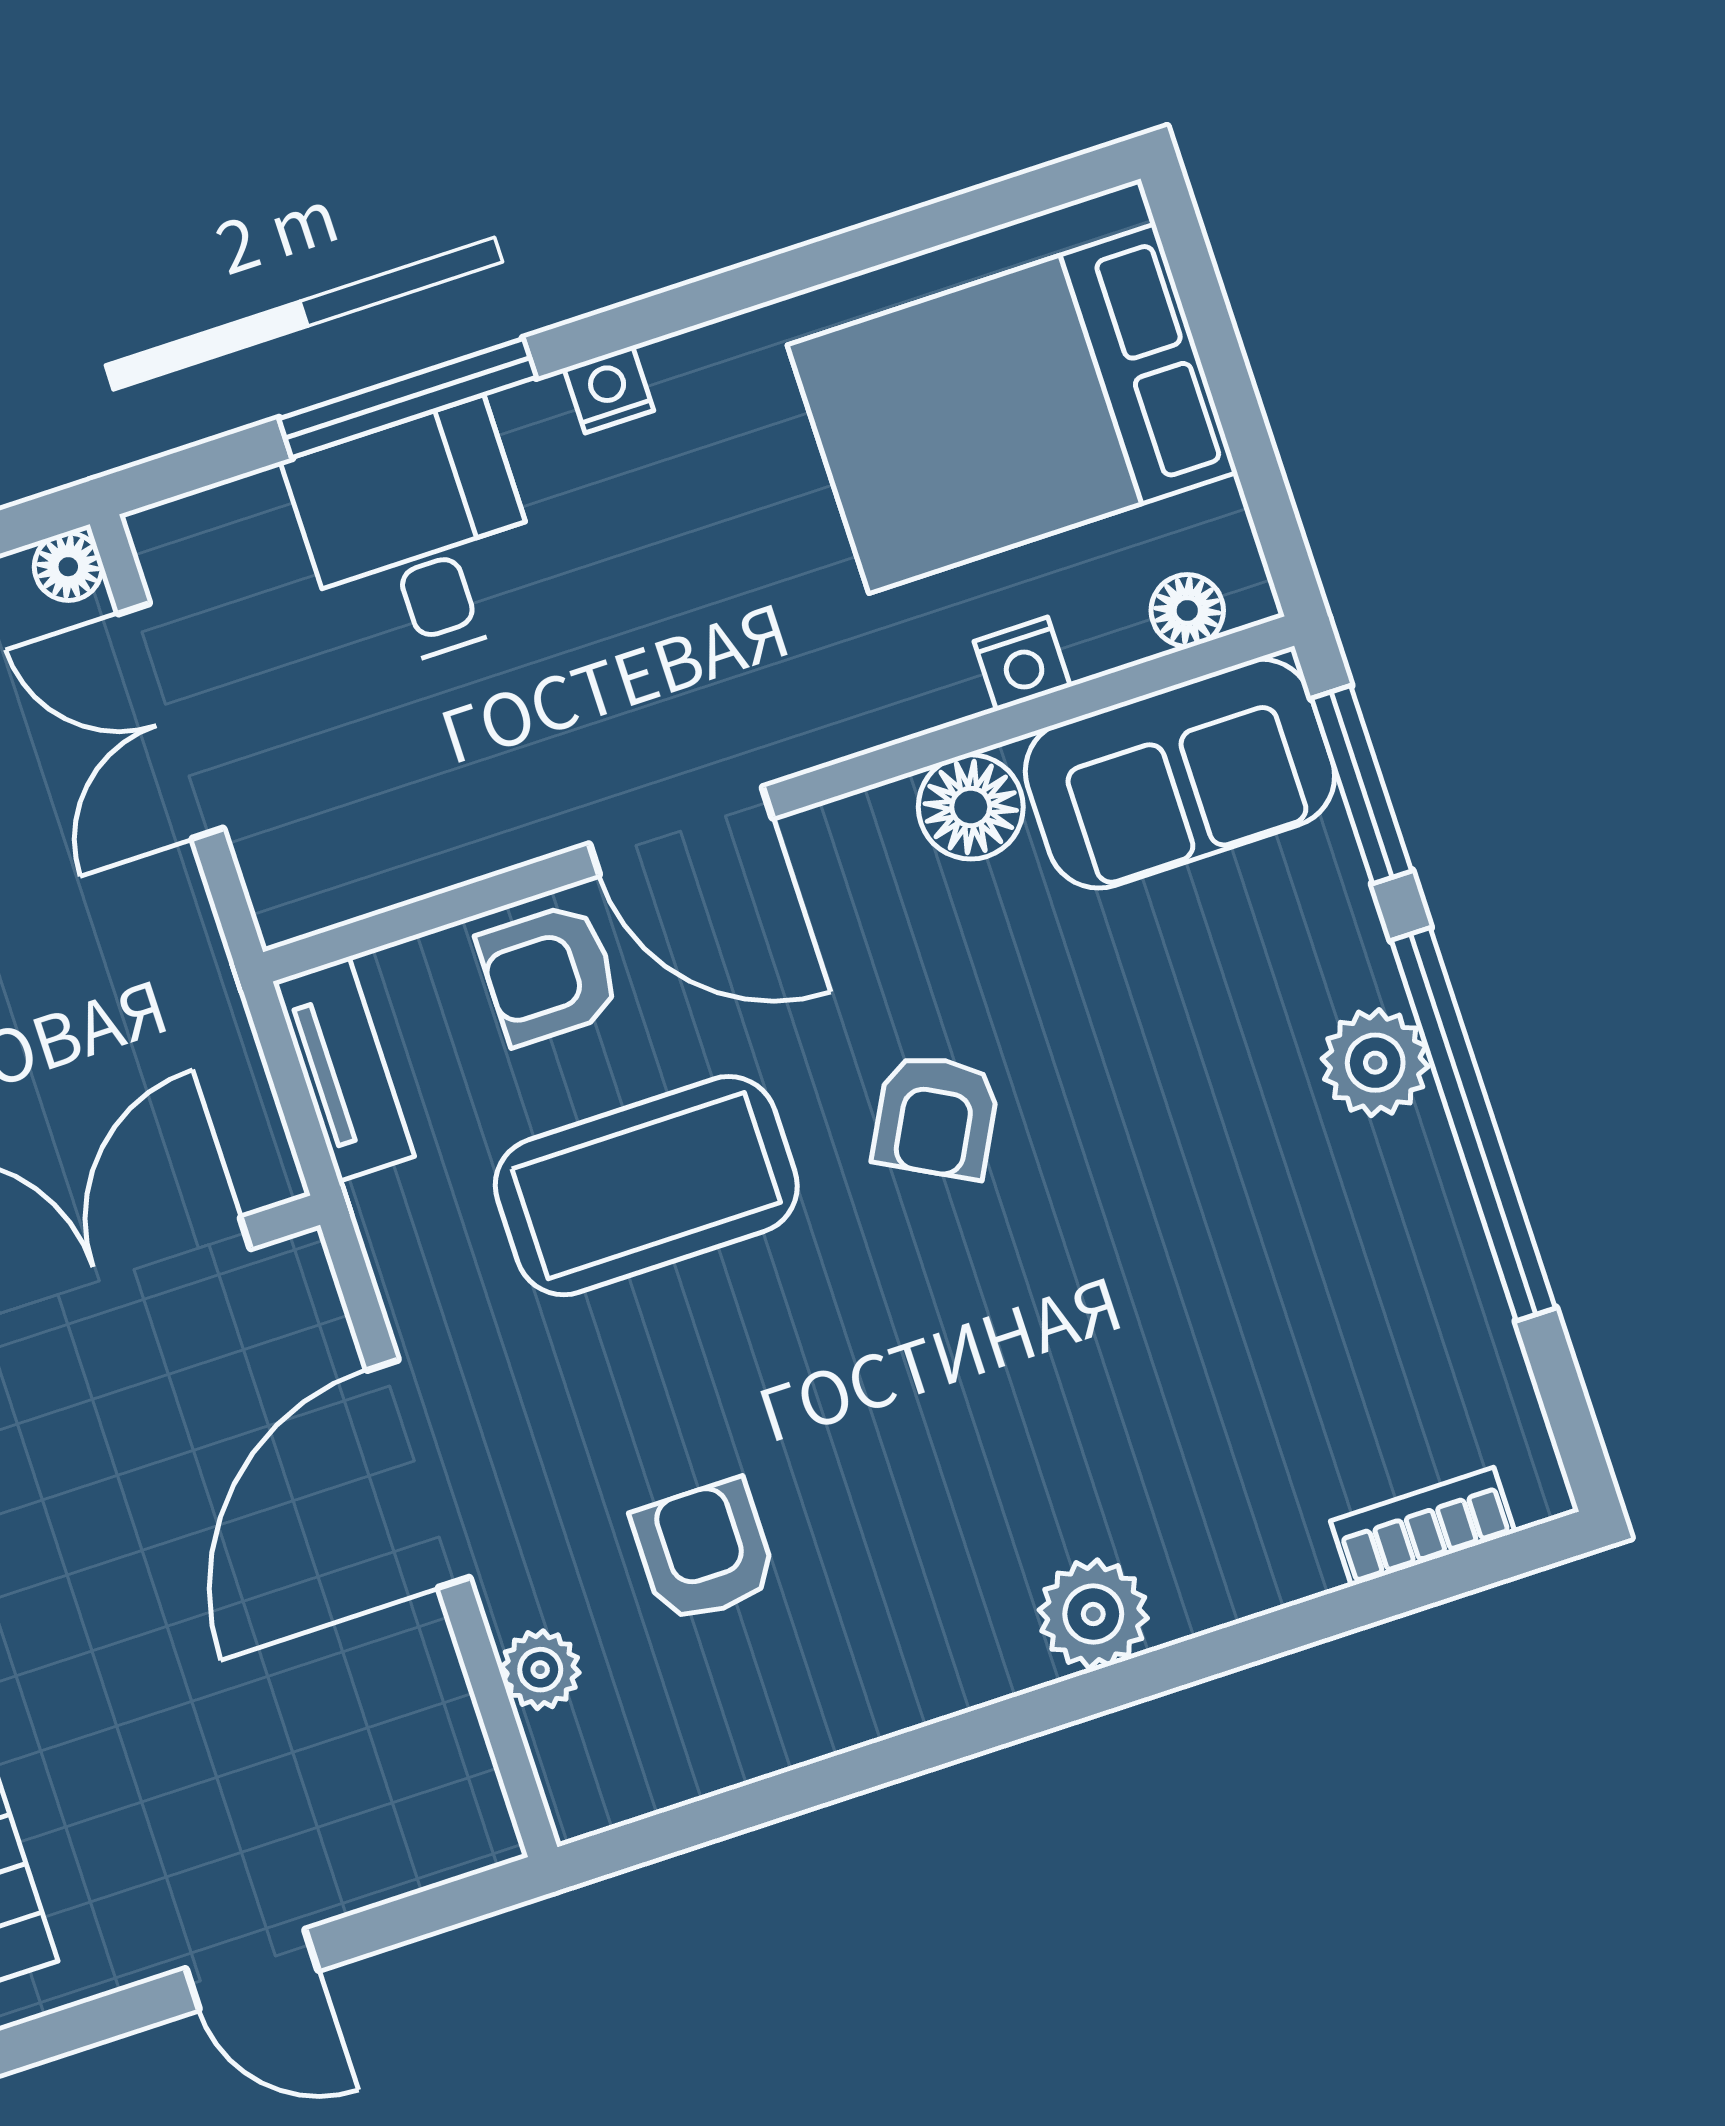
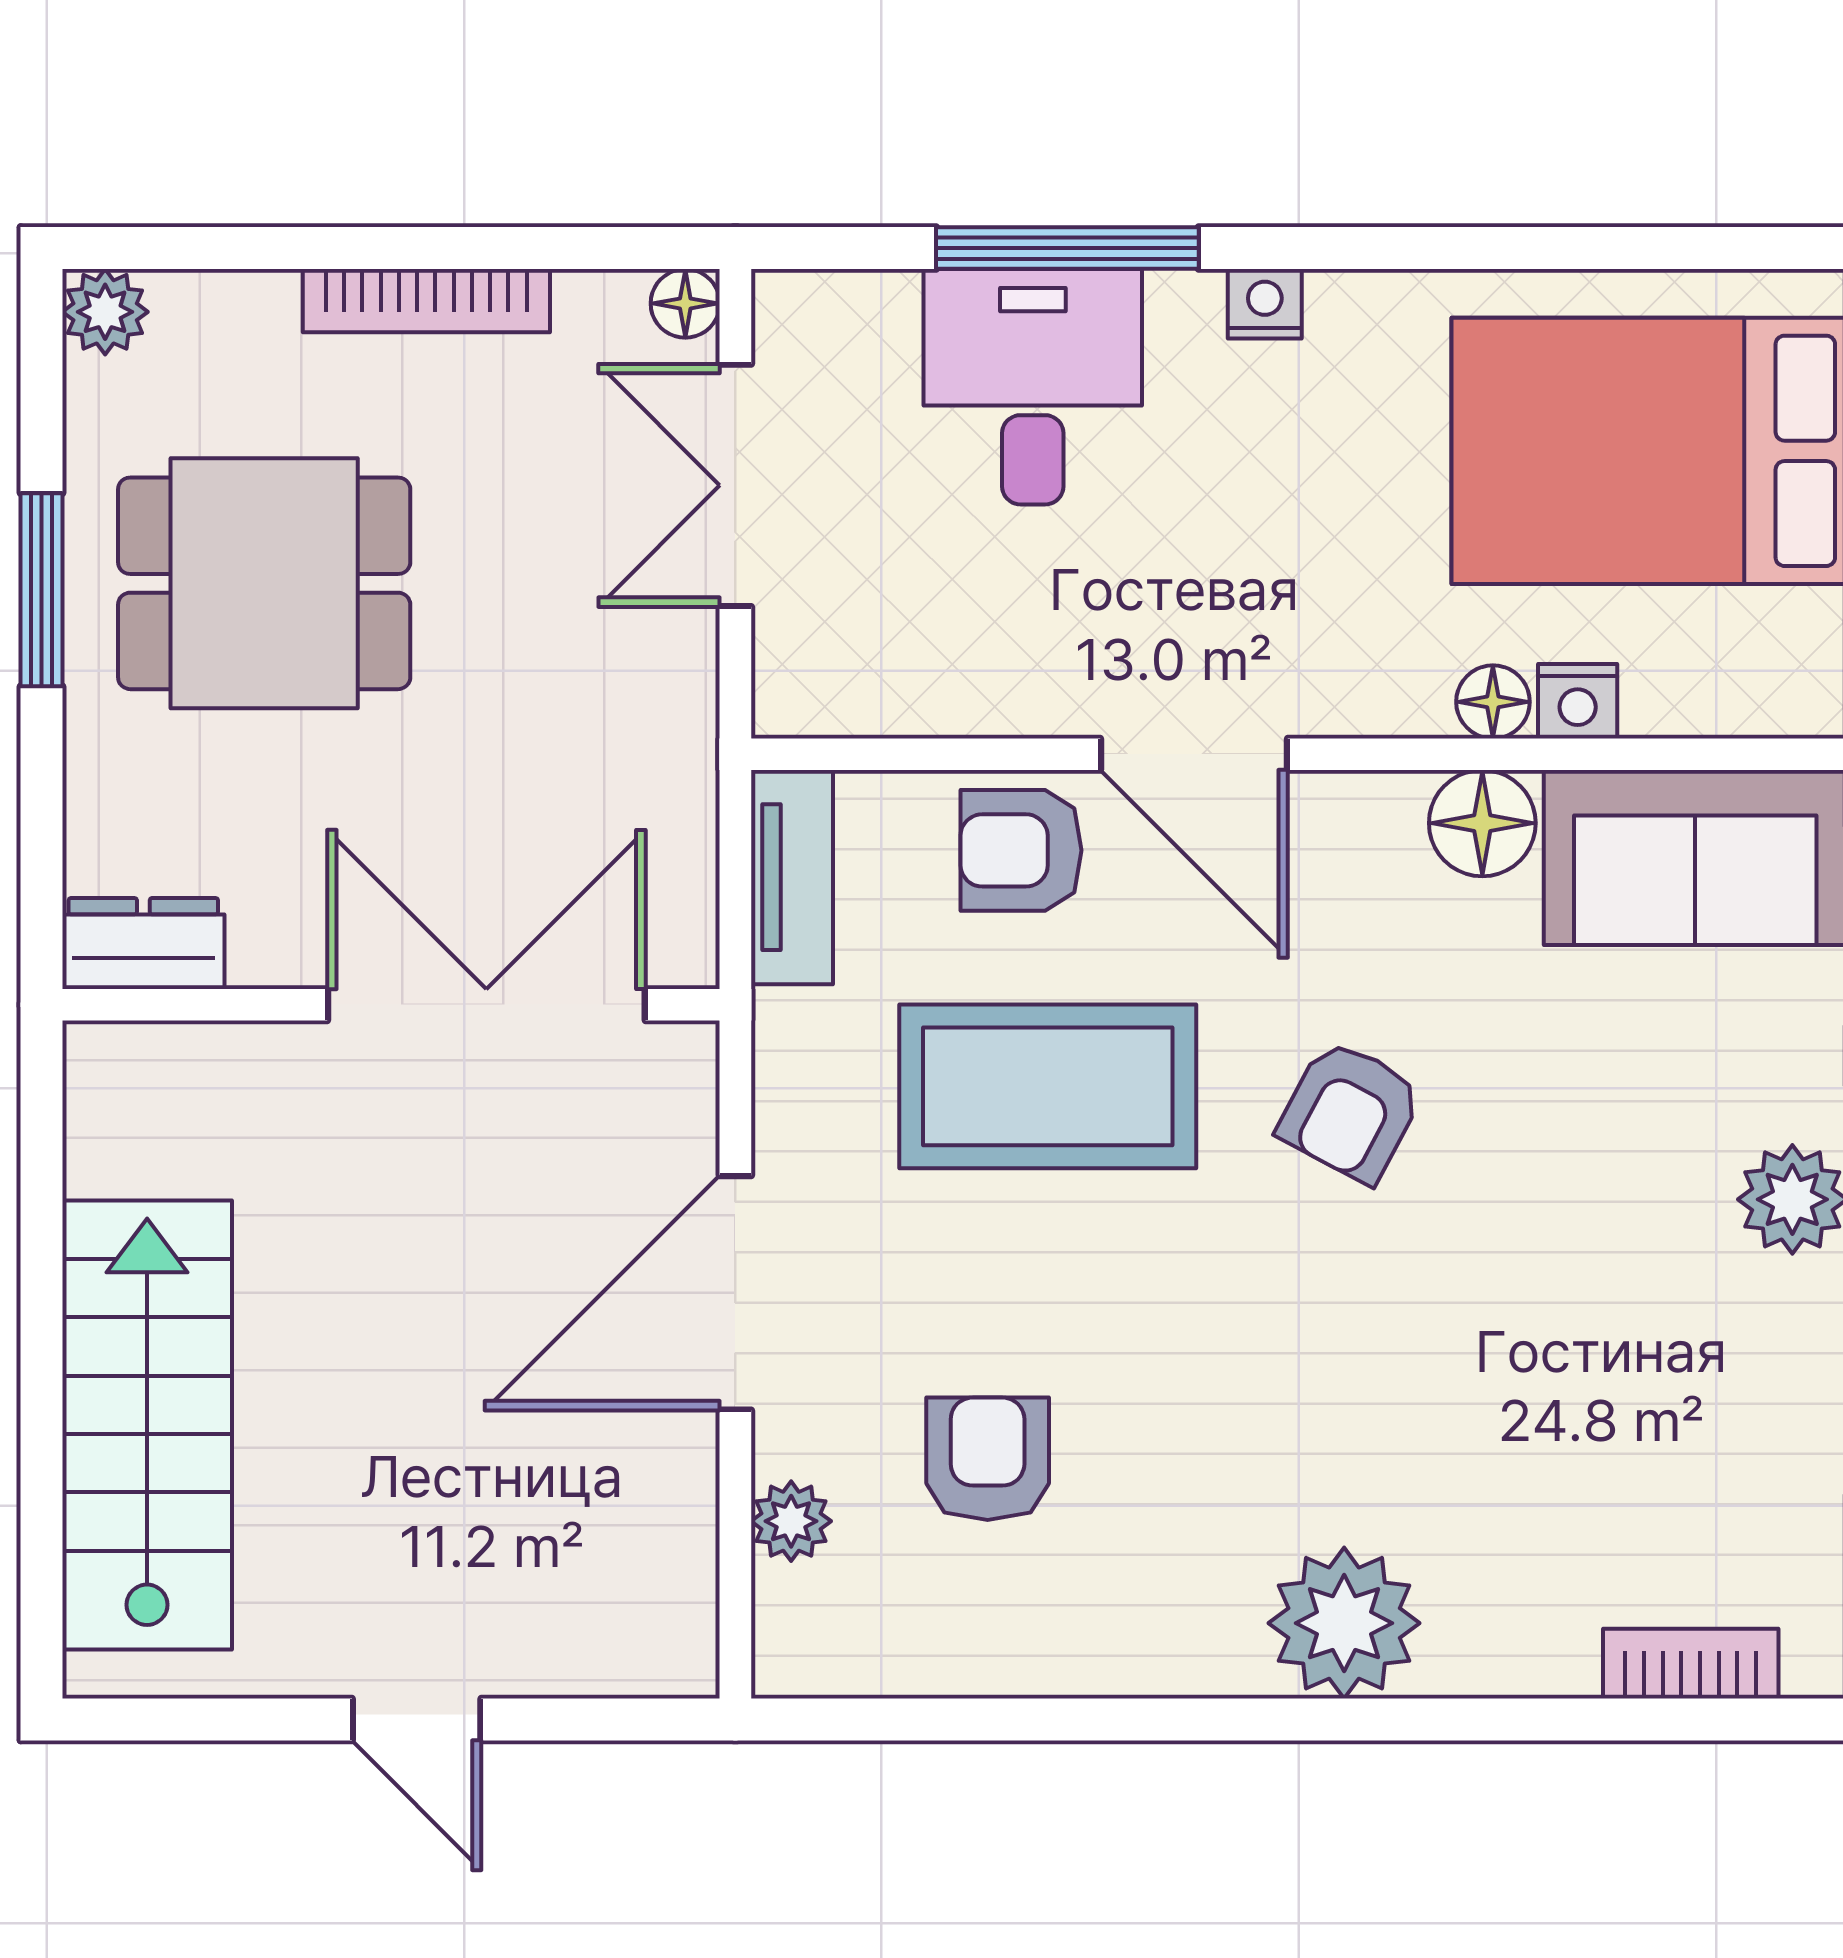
floor lamp: (1187, 610) -> (1493, 702), moved
plant: (1093, 1614) -> (1344, 1623), width x1.36, depth x1.36

